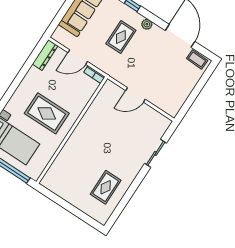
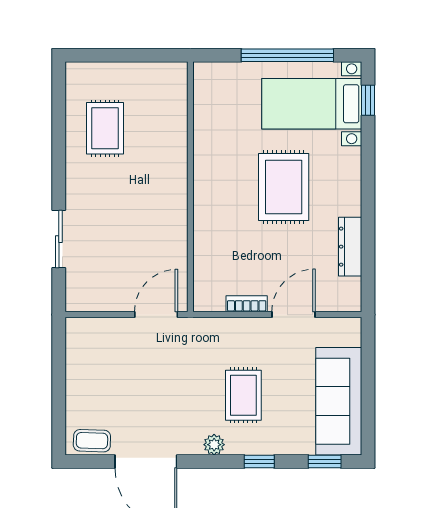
dresser: (45, 55) -> (350, 247), moved
rug: (47, 113) -> (284, 187), turned 90
wall: (72, 130) -> (190, 187), moved

